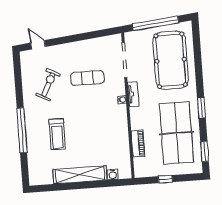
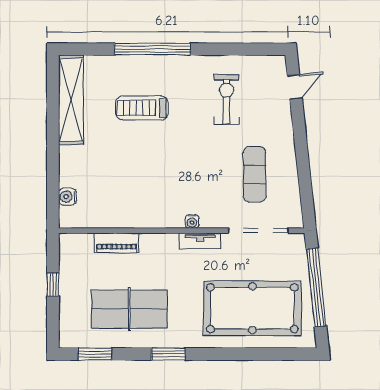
exercise mat: (87, 78) -> (255, 174), moved
exercise bike: (48, 85) -> (226, 99), turned -116
table tennis table: (176, 133) -> (129, 309), width x0.73, depth x0.76
shelving: (80, 175) -> (71, 100), moved

